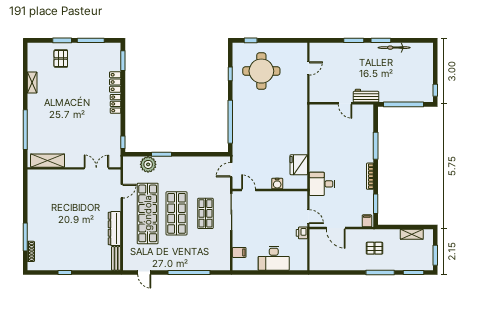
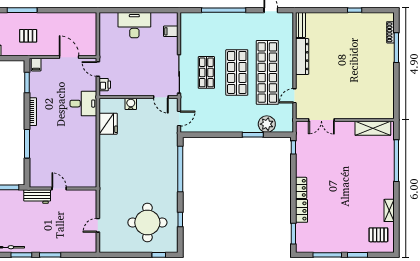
pallet: (61, 59) -> (378, 235), moved, turned 90
printer: (302, 233) -> (105, 85), moved

